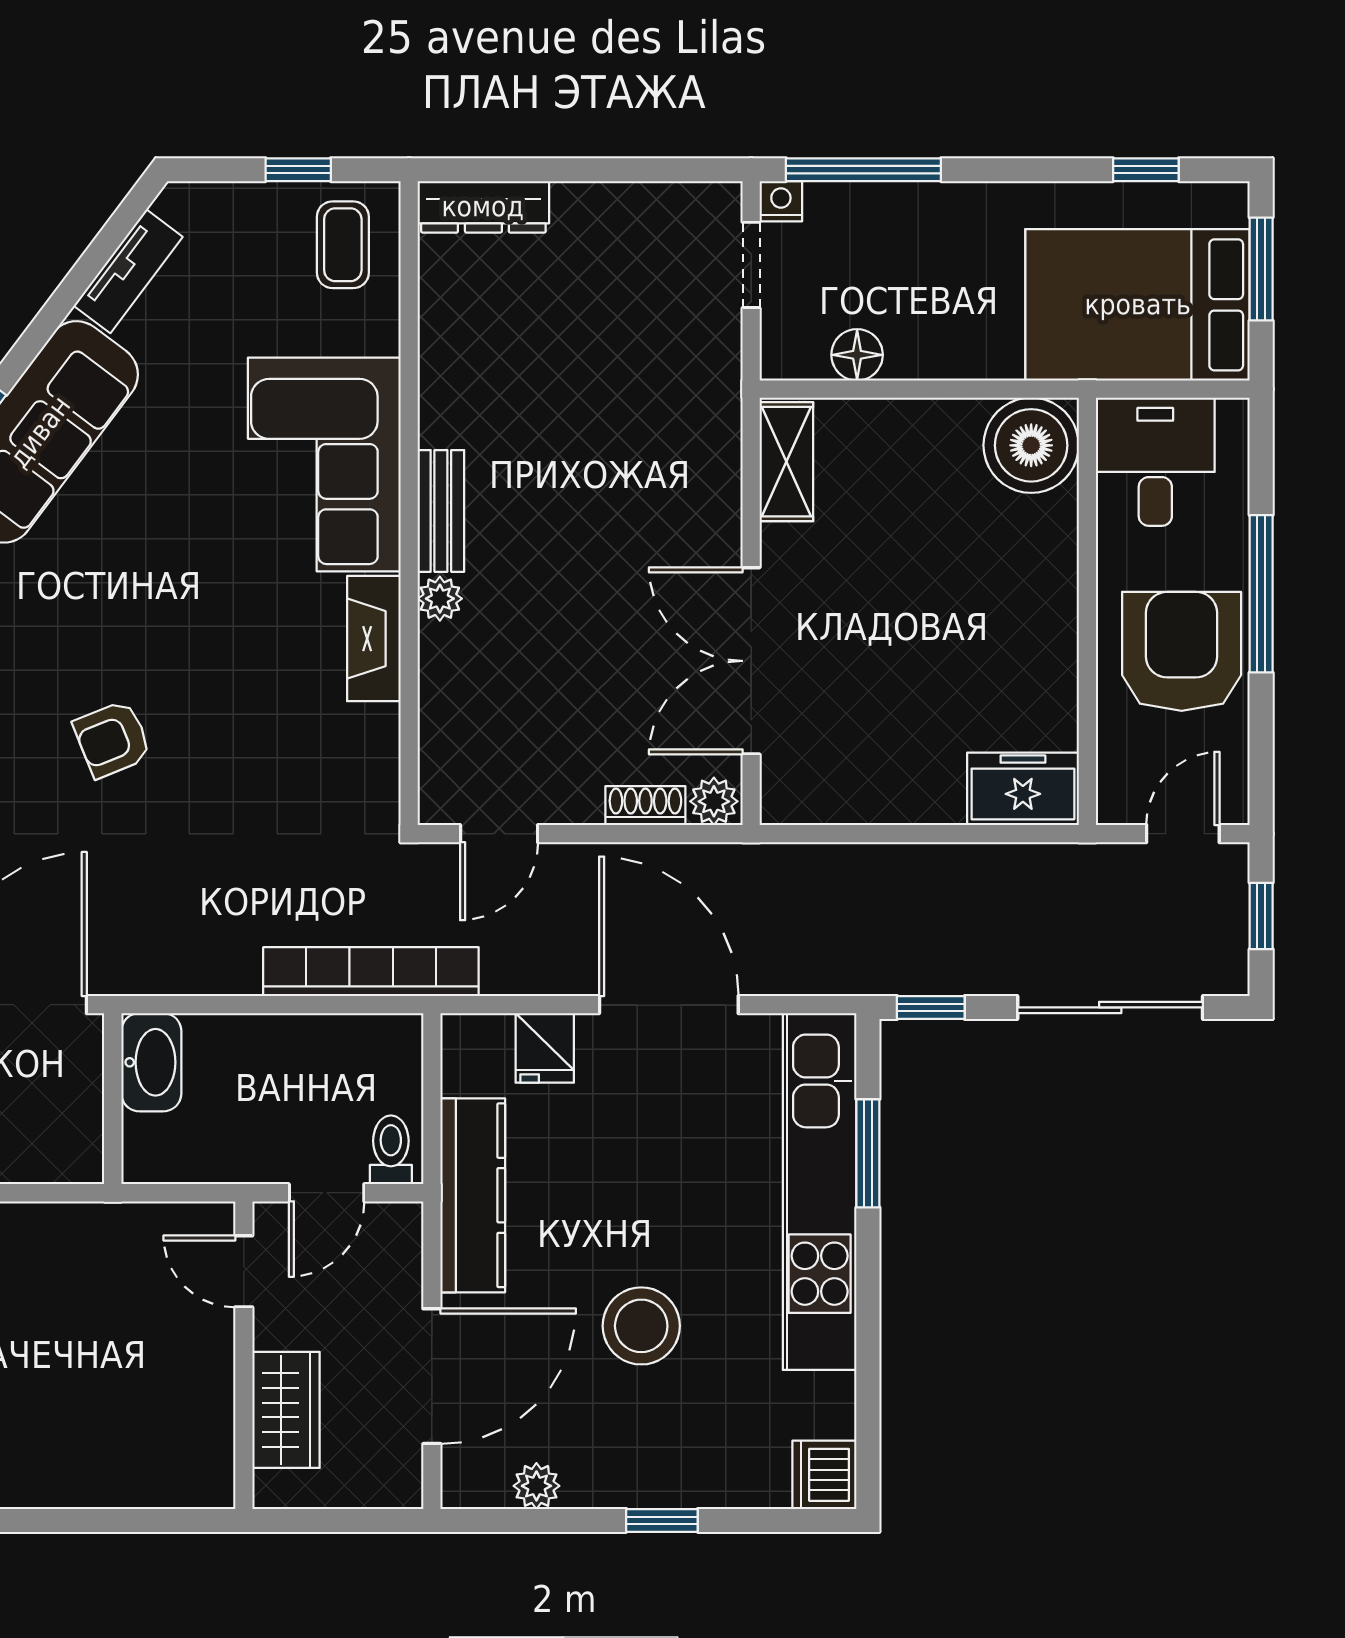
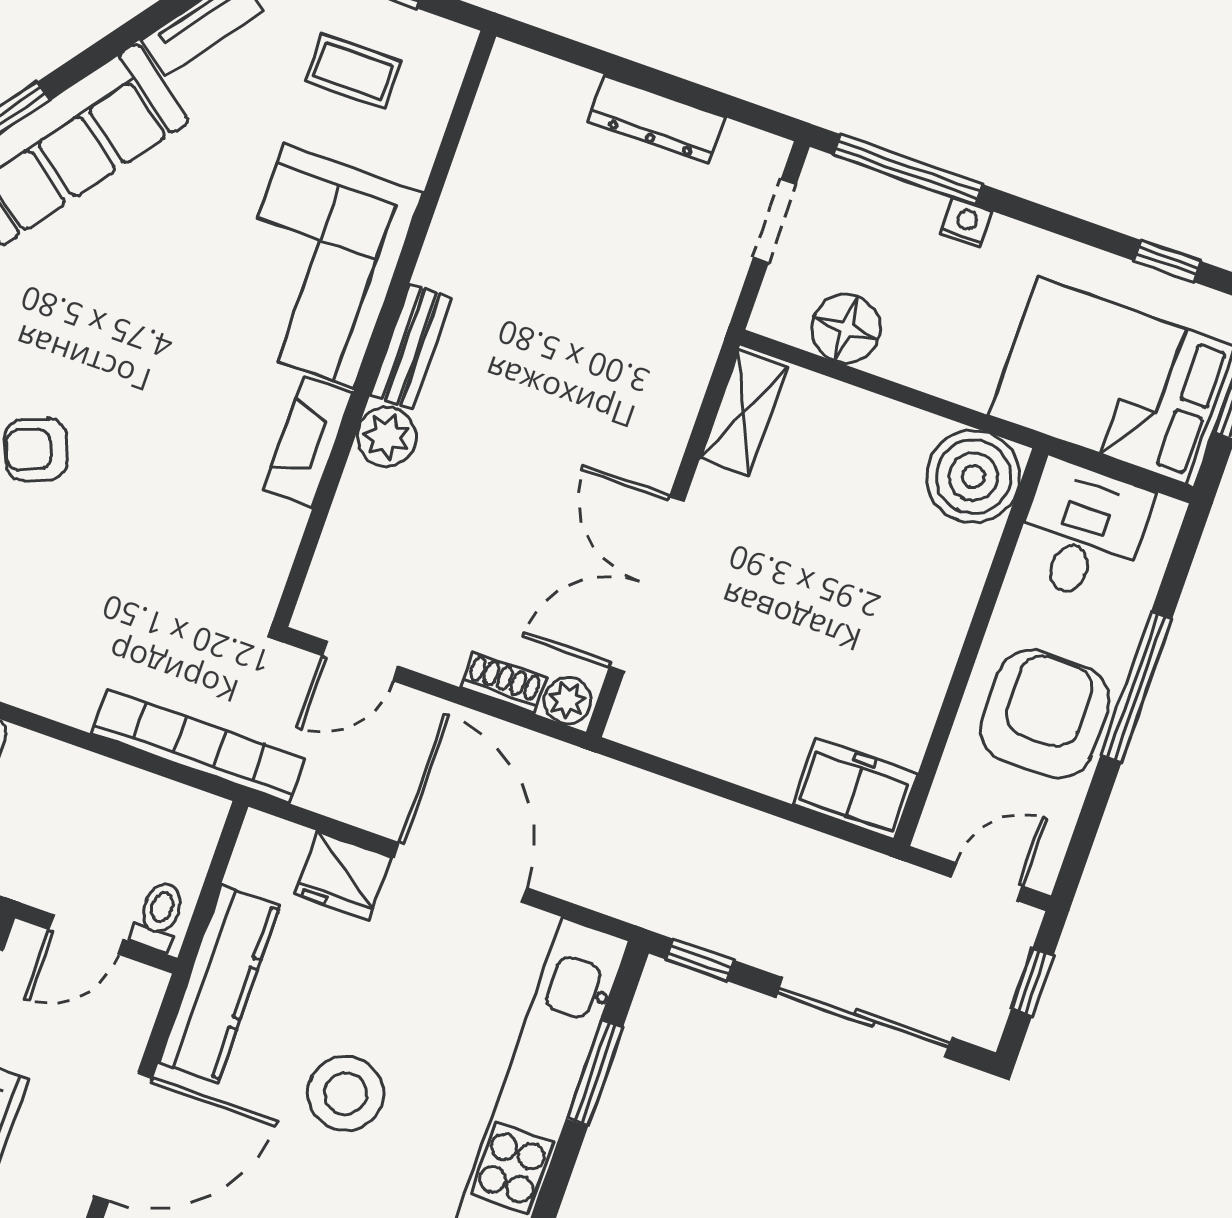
nightstand: (781, 201) -> (966, 223), moved
dresser: (483, 207) -> (657, 119), moved
coffee table: (343, 245) -> (353, 71), moved, turned 90
floor lamp: (857, 355) -> (846, 329), width x1.38, depth x1.38
plant: (440, 599) -> (387, 437), width x1.38, depth x1.38
fridge: (545, 1048) -> (343, 876), width x1.38
stool: (641, 1326) -> (346, 1094), moved

